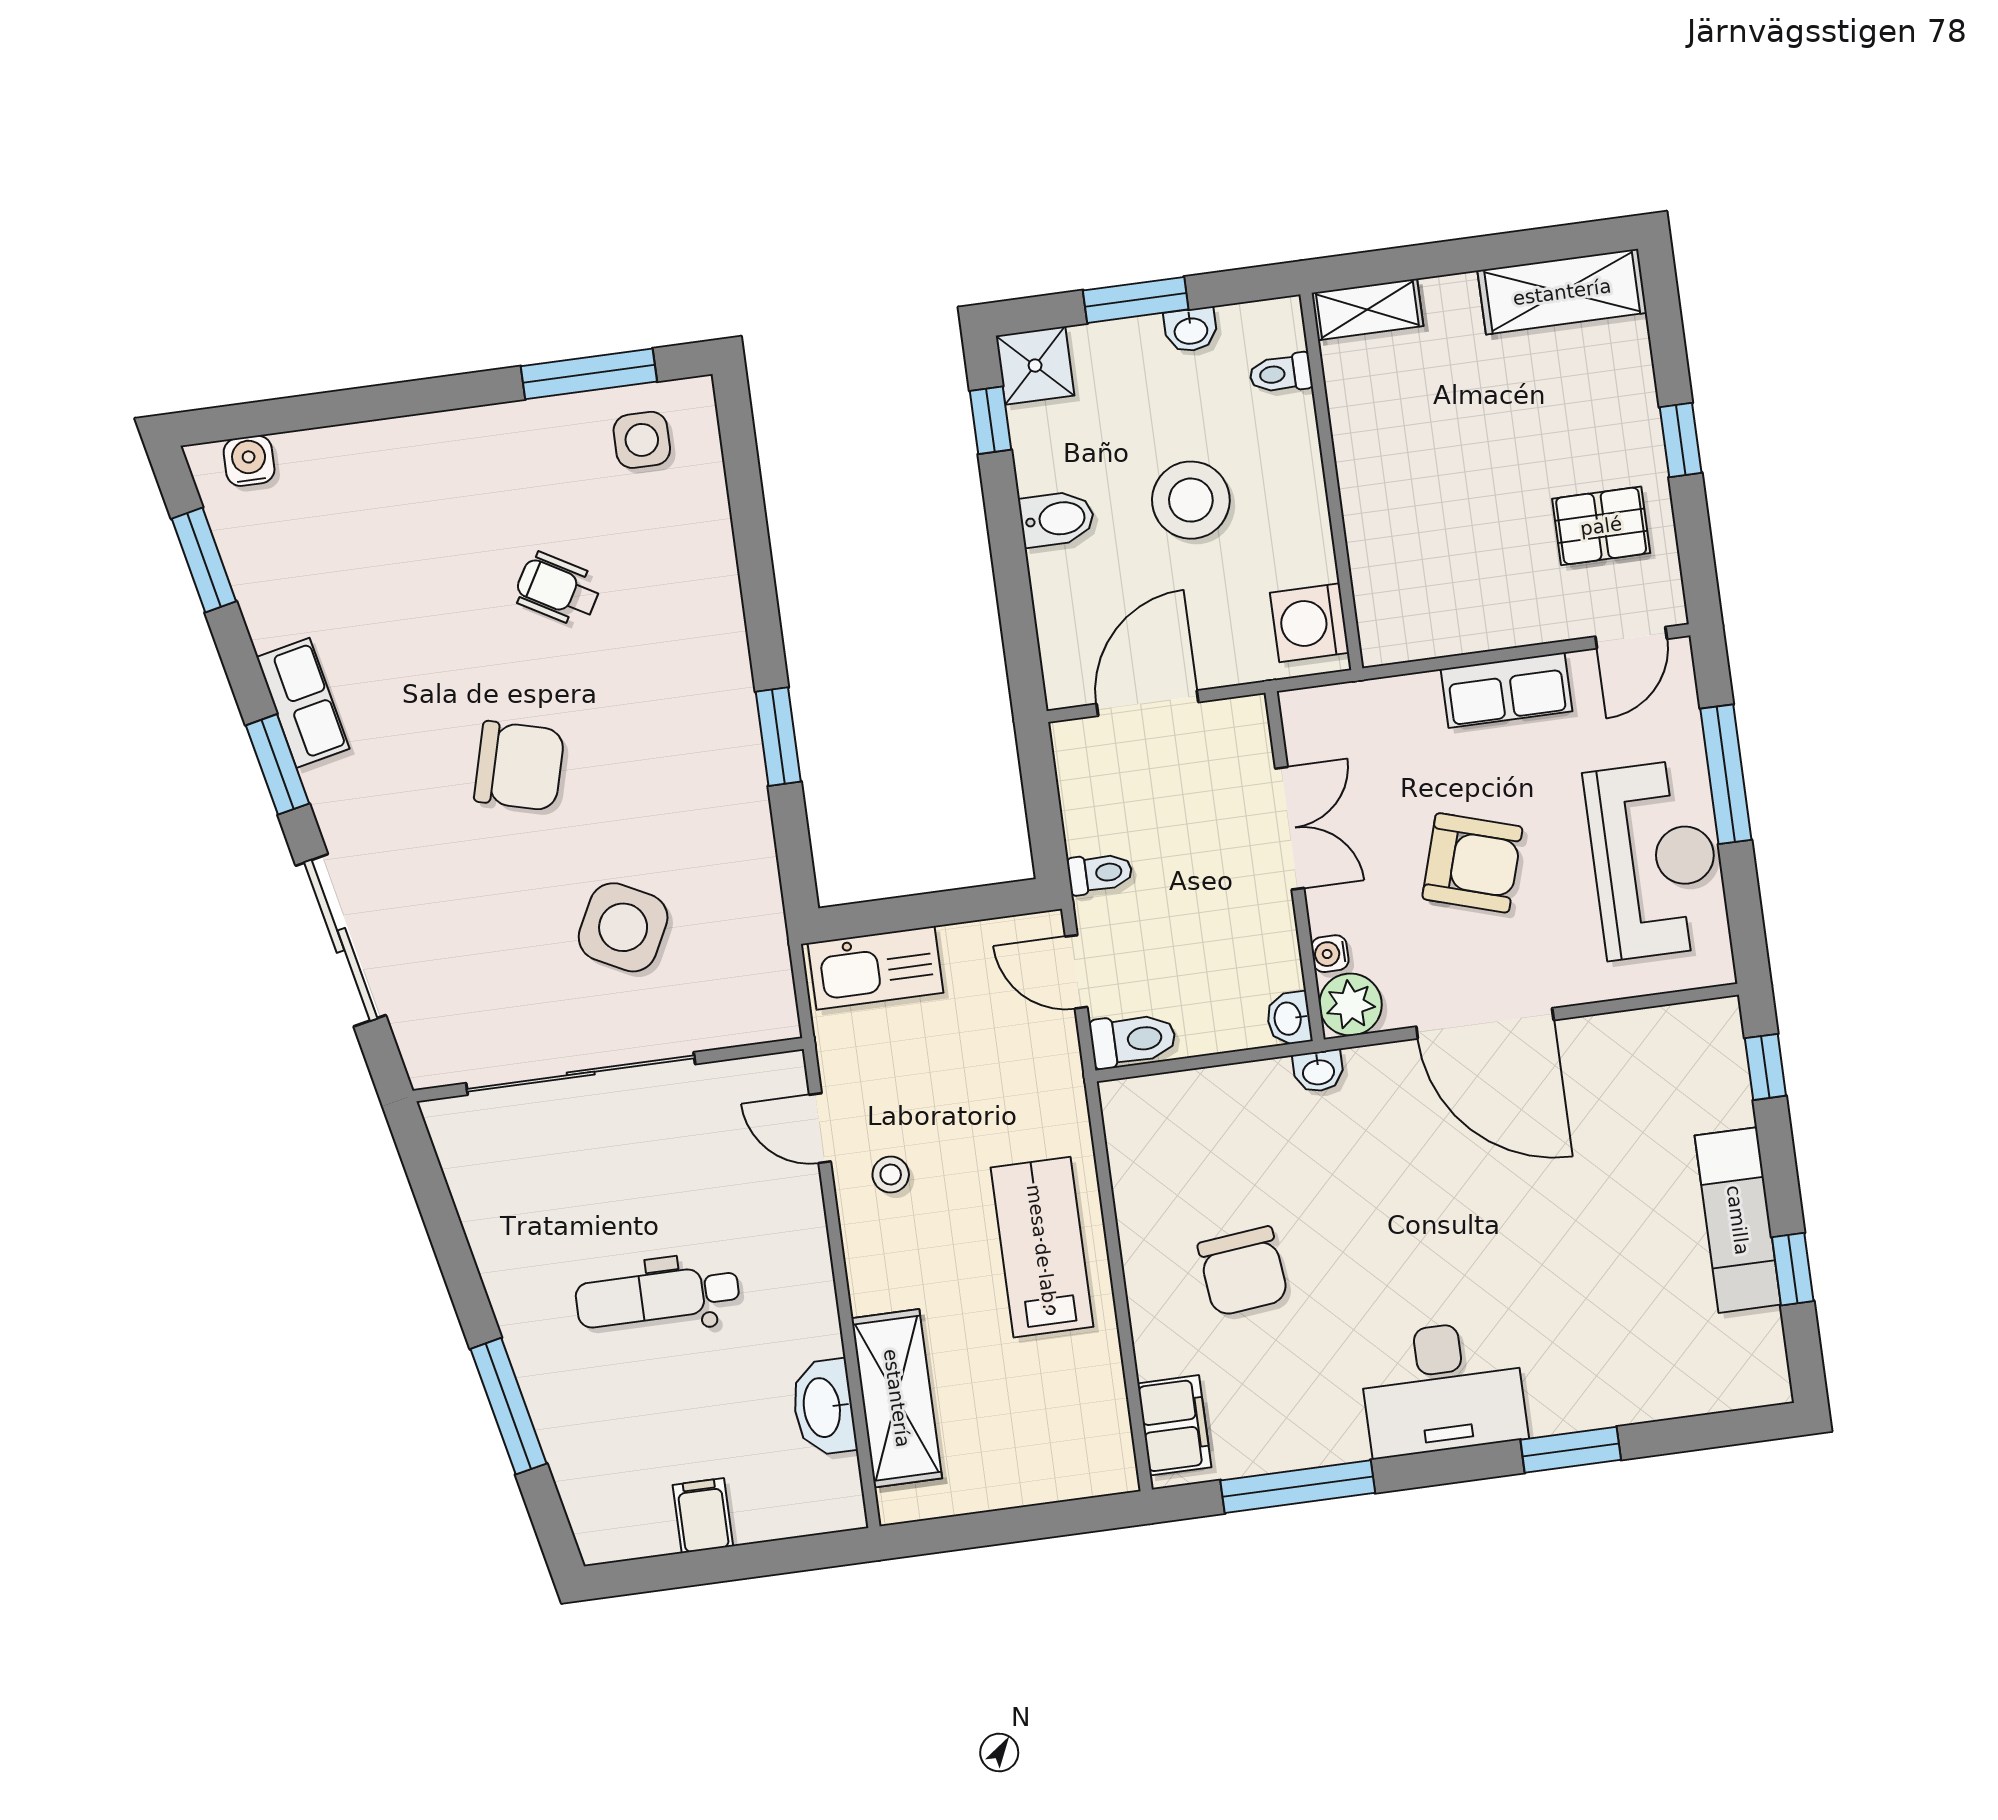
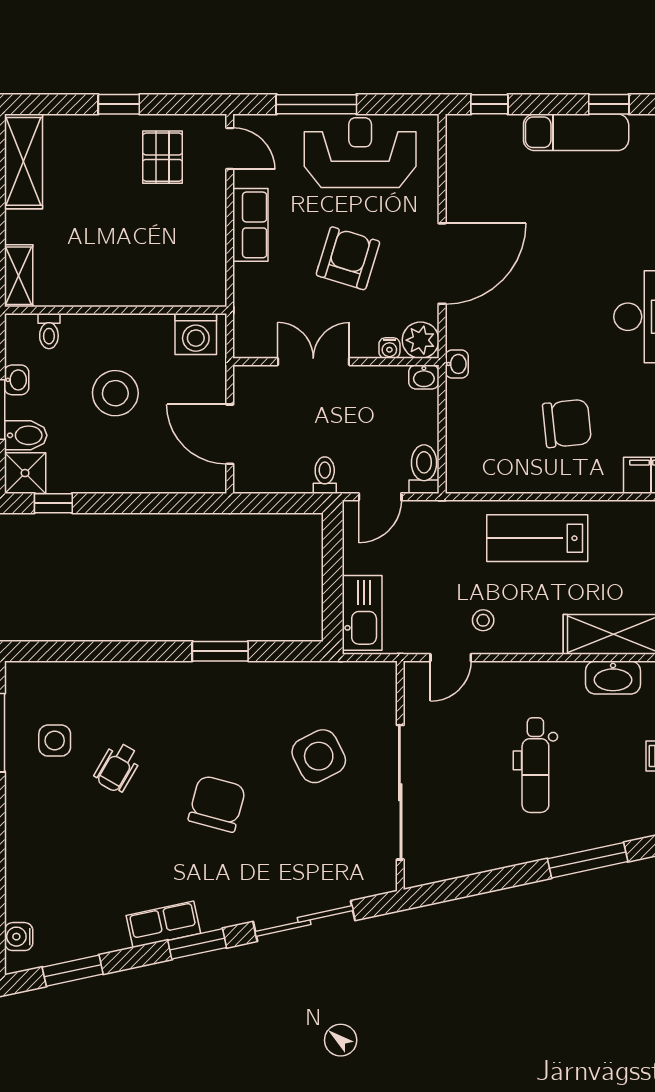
side table: (642, 440) -> (55, 741), moved
bidet: (1057, 519) -> (26, 435), moved, turned 90
side table: (623, 927) -> (319, 756), turned 36

